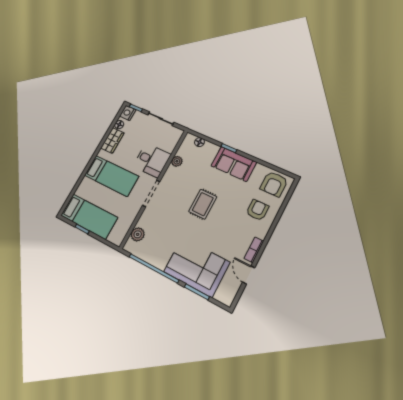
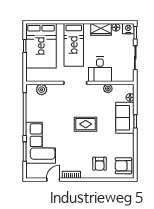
sofa: (234, 164) -> (125, 118), moved
armchair: (257, 210) -> (100, 164), turned 90
bed: (89, 216) -> (41, 46), width x1.50

